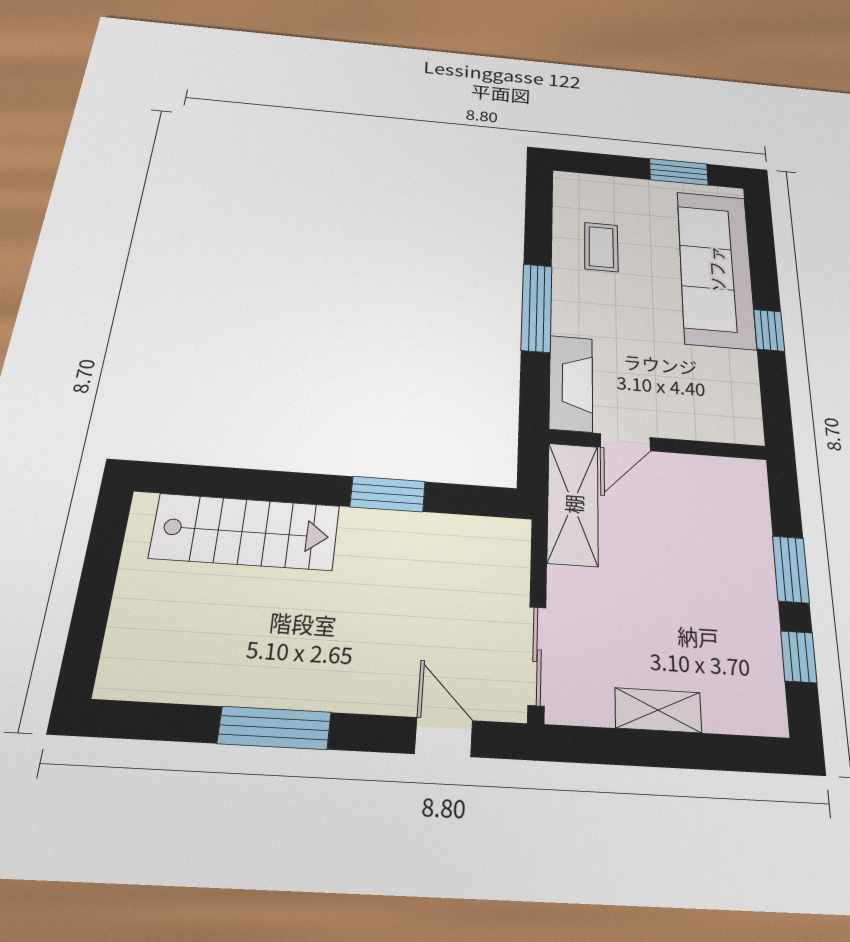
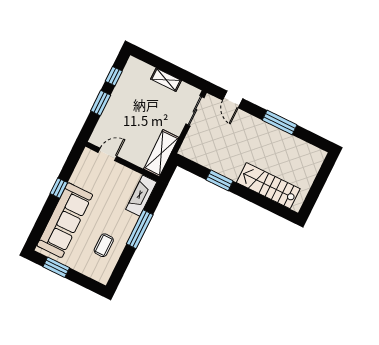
door: (625, 442) -> (107, 154), moved

